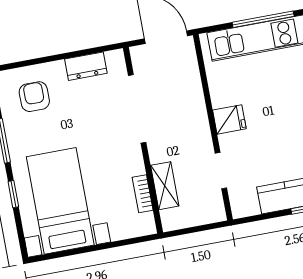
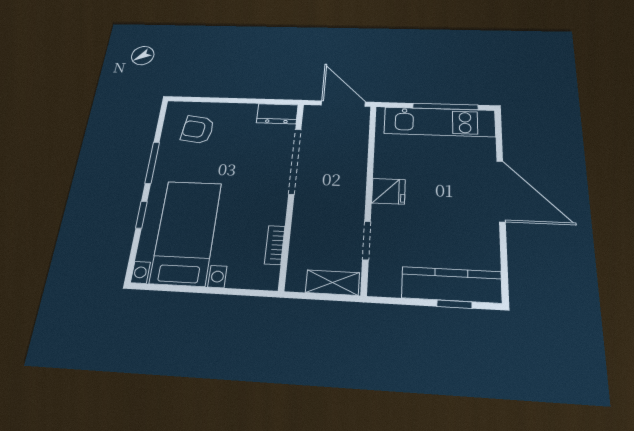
dresser: (86, 66) -> (277, 114), moved
armchair: (34, 97) -> (198, 130), turned -83
shelving: (165, 186) -> (333, 283), moved, turned 90

